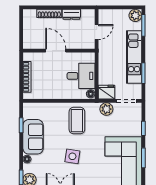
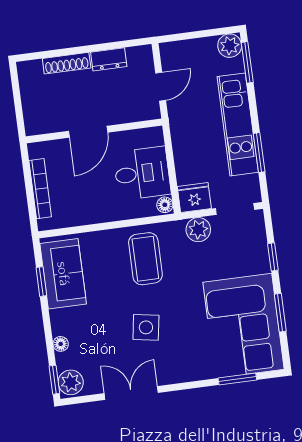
door: (56, 51) -> (88, 132), swing flipped
sofa: (33, 137) -> (63, 274), moved

